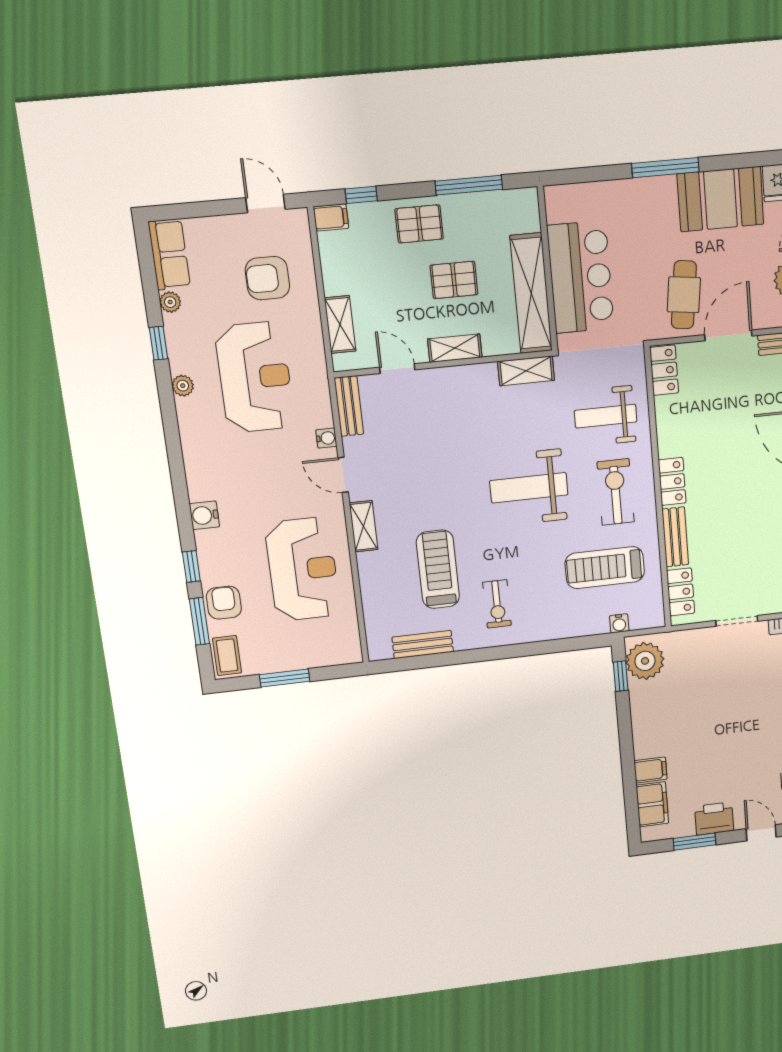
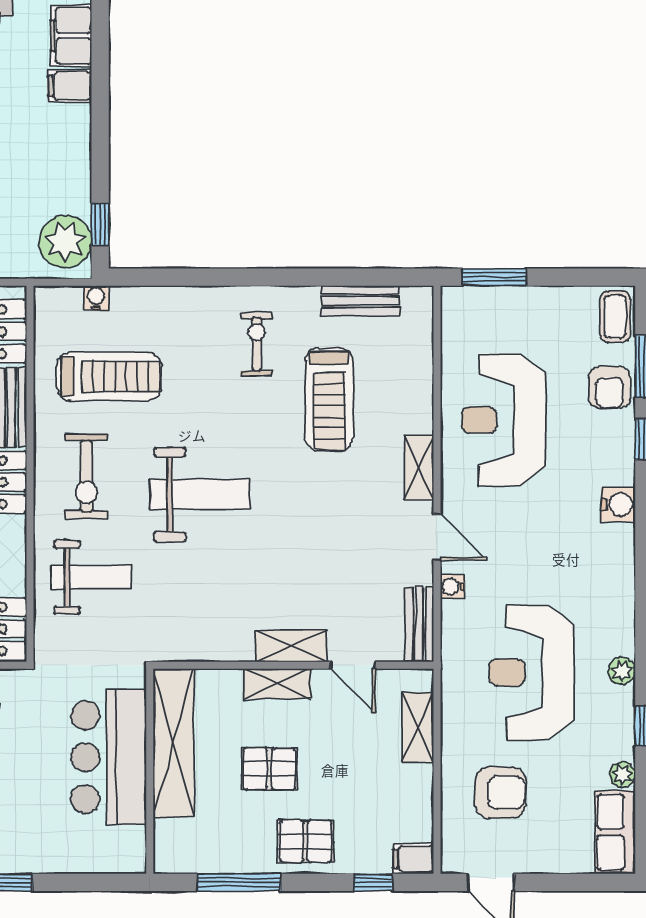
shelving: (526, 371) -> (291, 646), moved
window: (285, 678) -> (494, 277), moved

